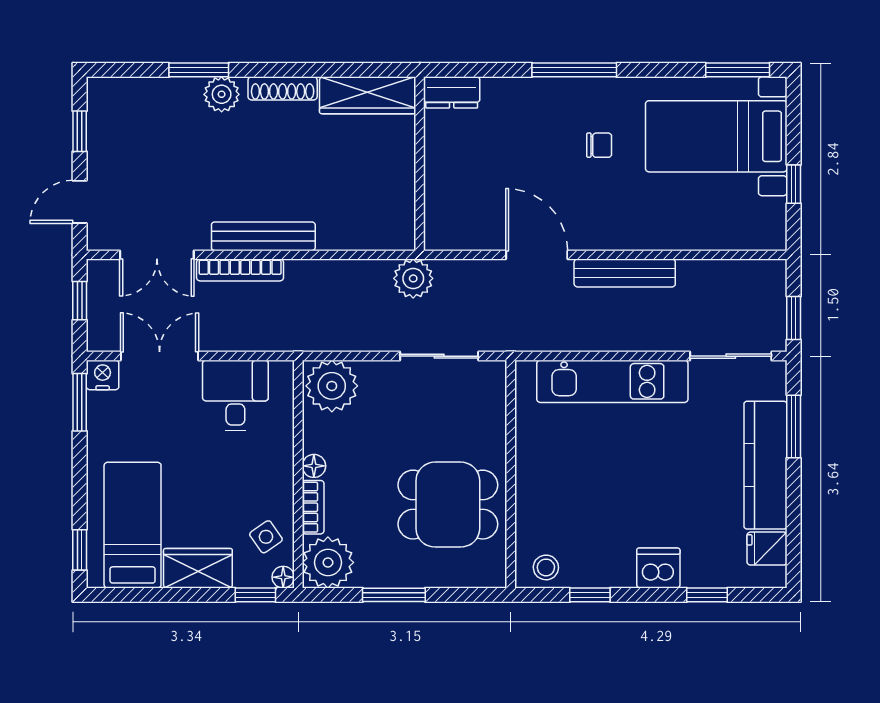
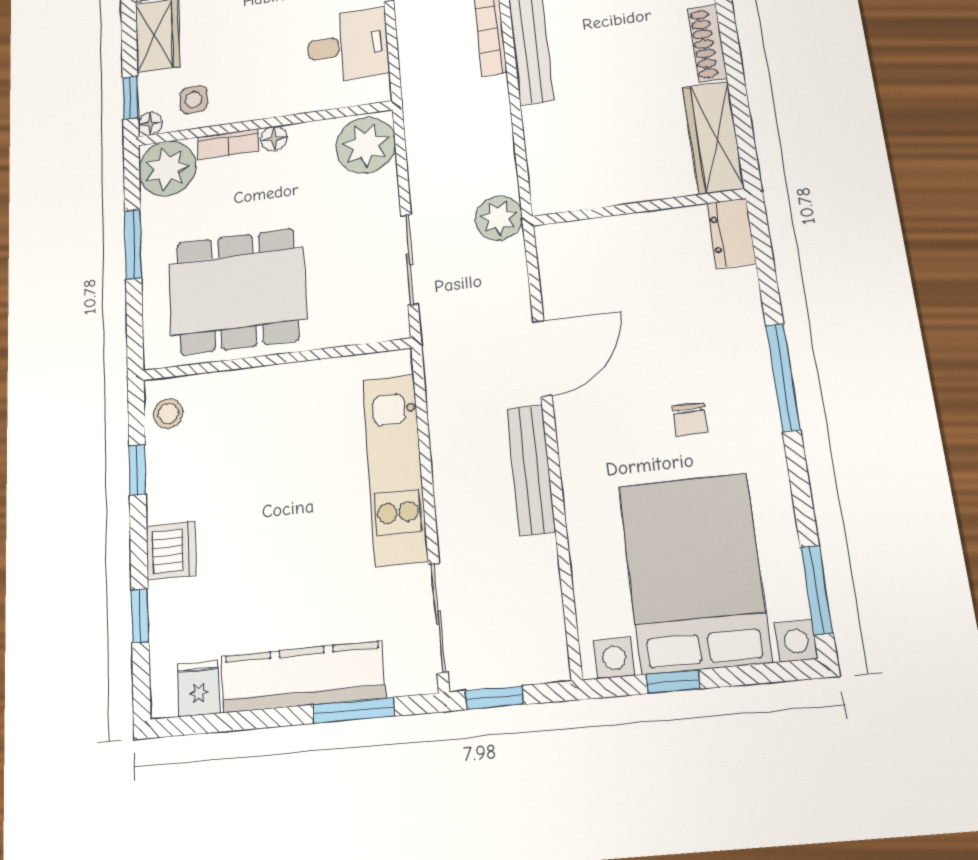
bed with nightstands: (716, 136) -> (694, 573), width x1.36
dining table: (448, 505) -> (237, 291), width x1.37
side table: (266, 537) -> (194, 100), turned 35

